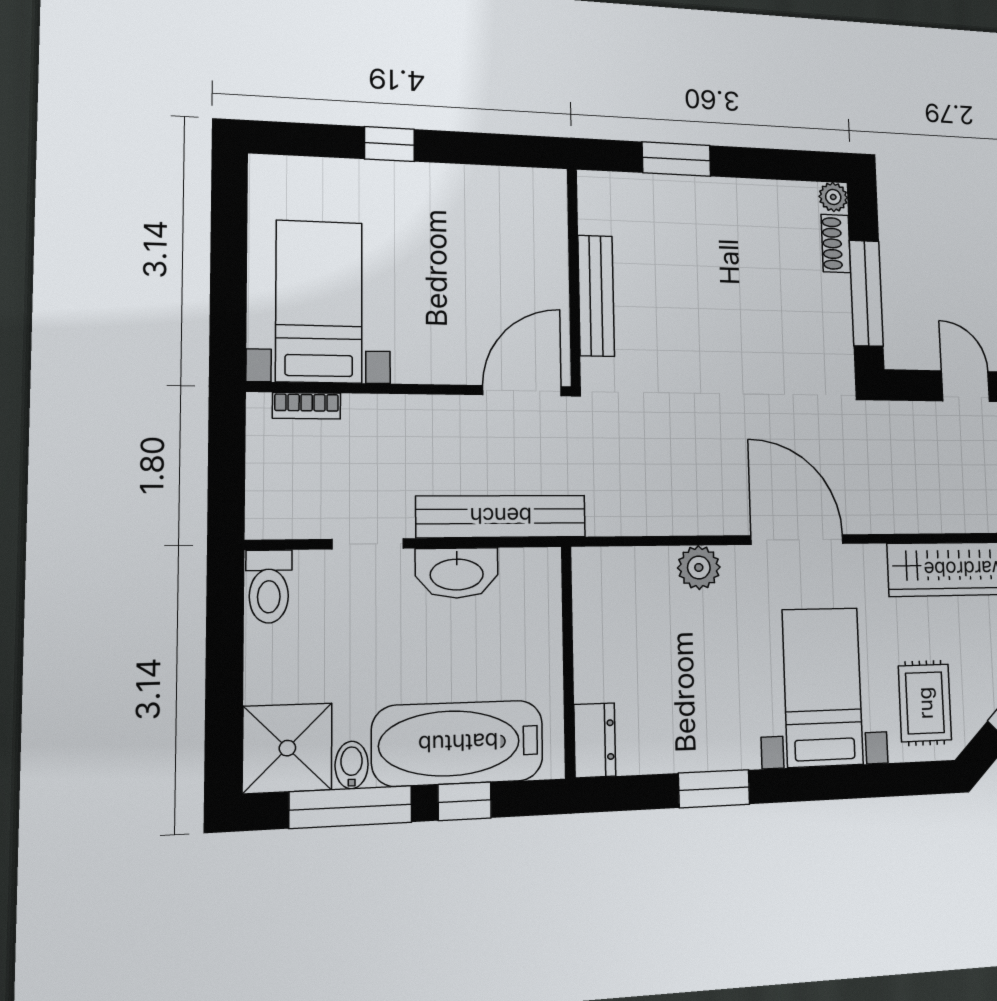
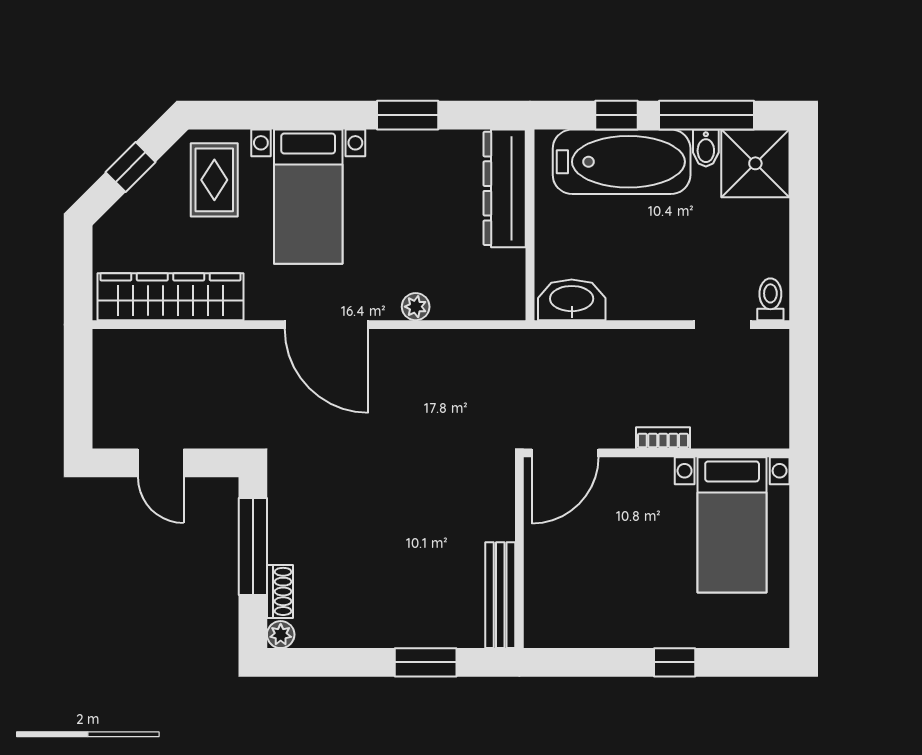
bench: (596, 296) -> (500, 595), moved
bookcase: (307, 406) -> (663, 438), moved
bench: (501, 516) -> (584, 346), removed
doorway: (368, 544) -> (722, 325), moved
plant: (699, 567) -> (416, 307), width x0.73, depth x0.73
washbasin: (457, 573) -> (572, 300), moved
toilet: (269, 587) -> (770, 299), width x0.73, depth x0.72
dresser: (595, 740) -> (505, 188), width x1.96, depth x1.24

